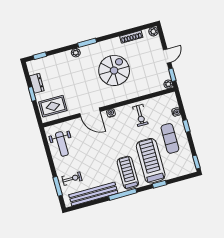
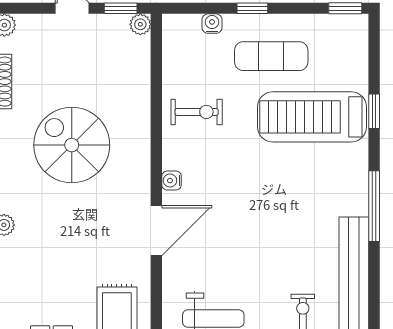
treadmill: (128, 173) -> (326, 180), removed

